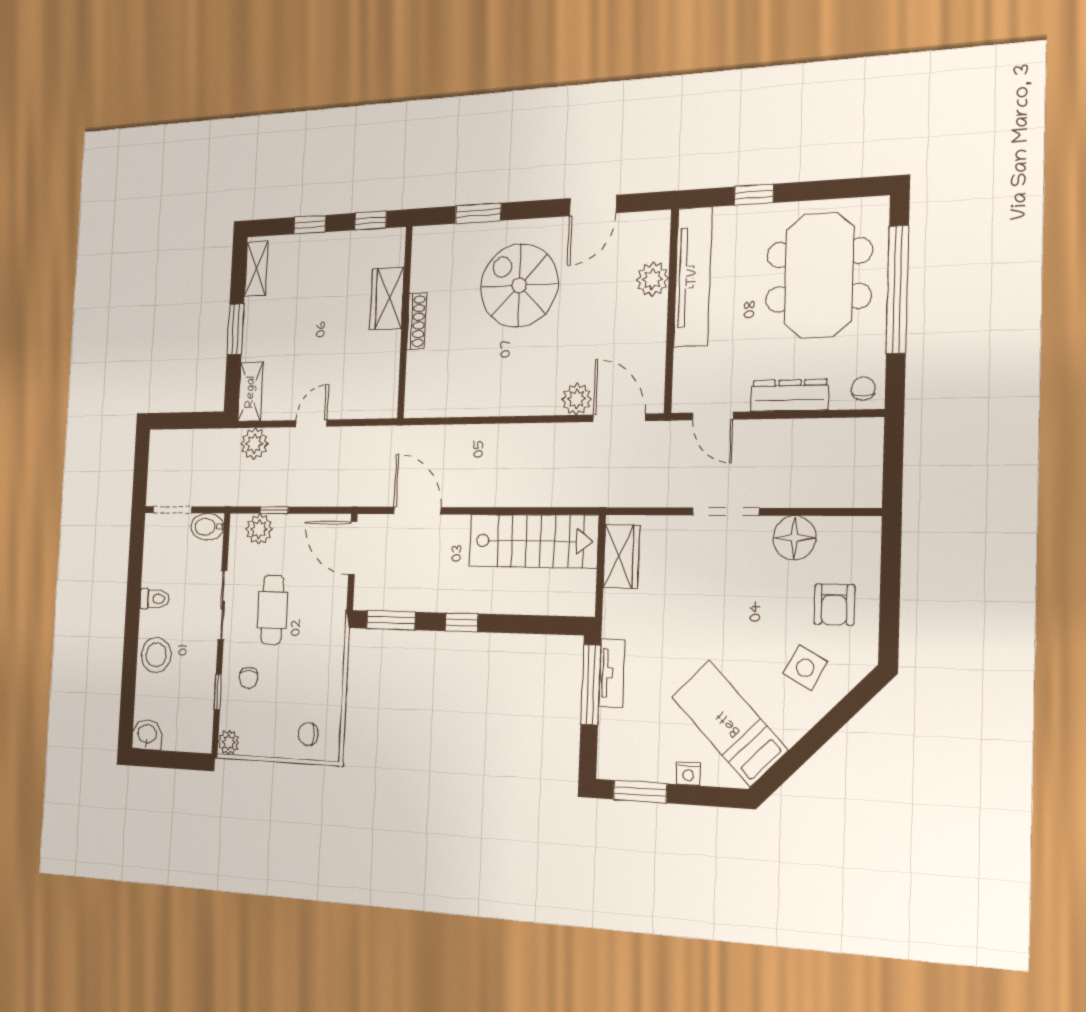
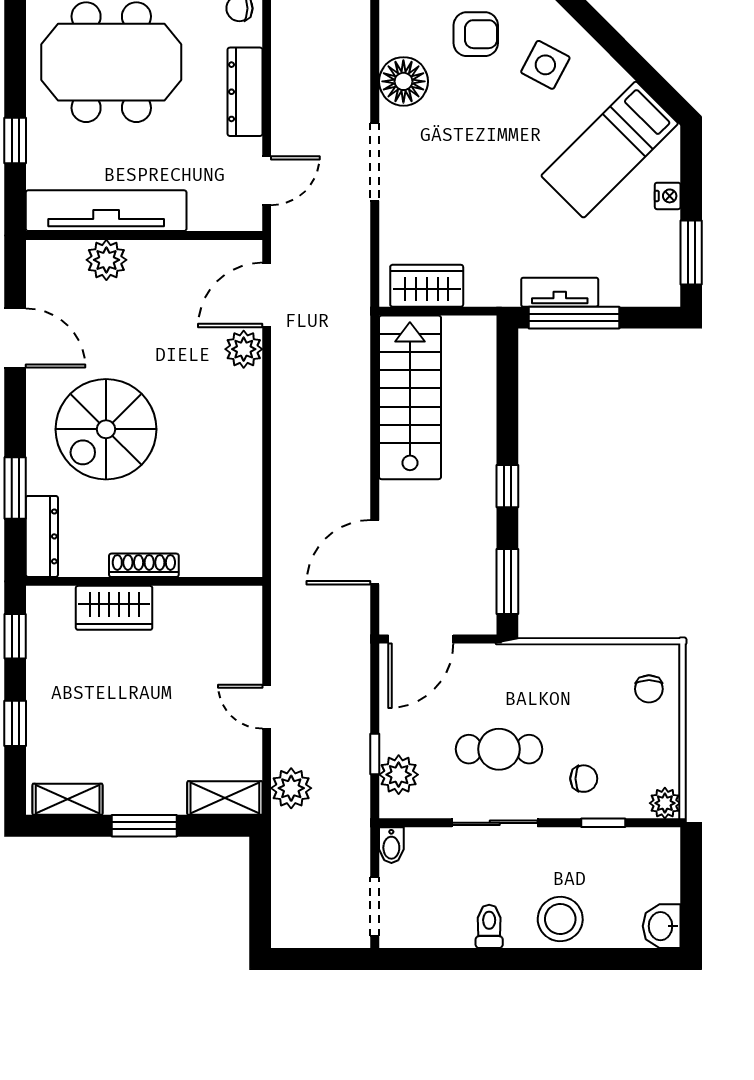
dresser: (441, 237) -> (42, 536), added
bidet: (208, 527) -> (391, 845), width x0.72, depth x0.74

